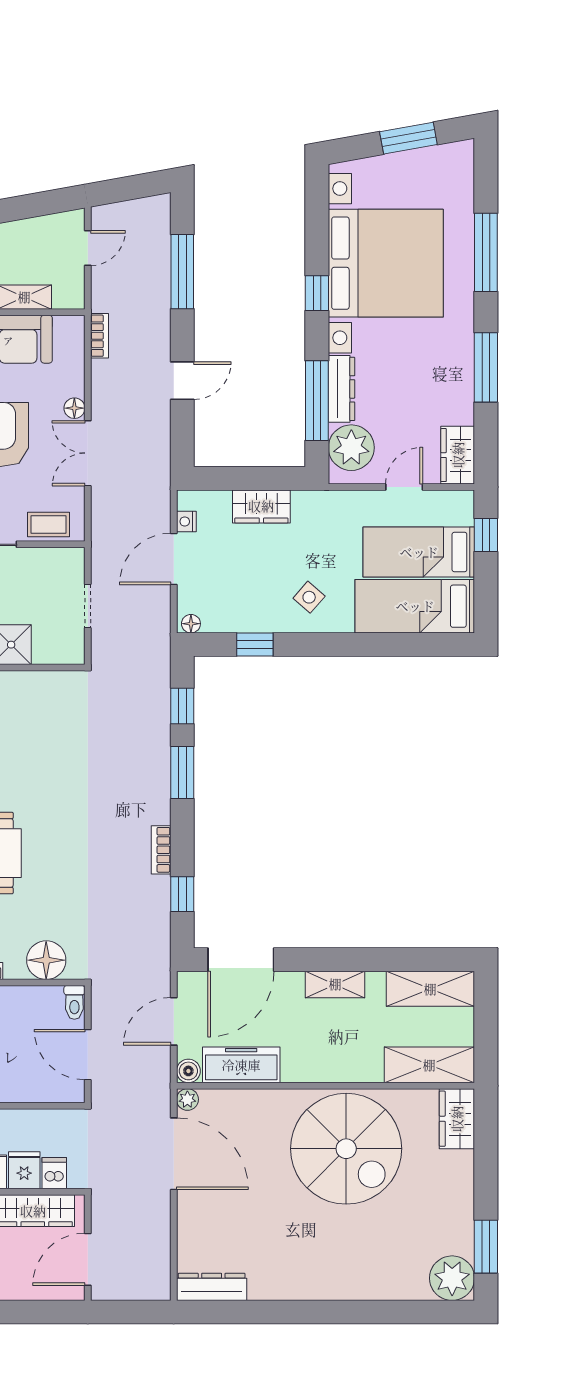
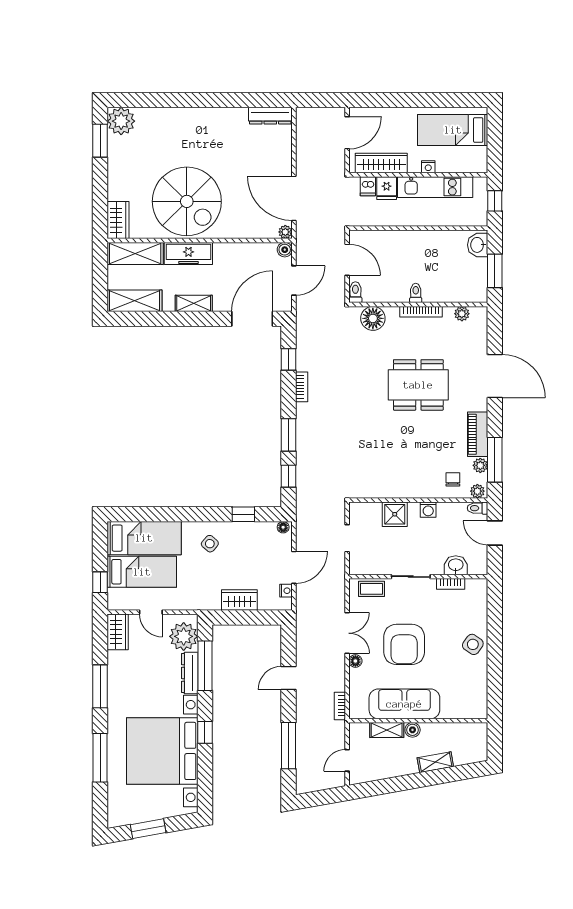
door: (404, 487) -> (151, 612), hinge flipped
freezer: (241, 1065) -> (188, 253), moved
spiral stairs: (346, 1149) -> (187, 201), turned 180

